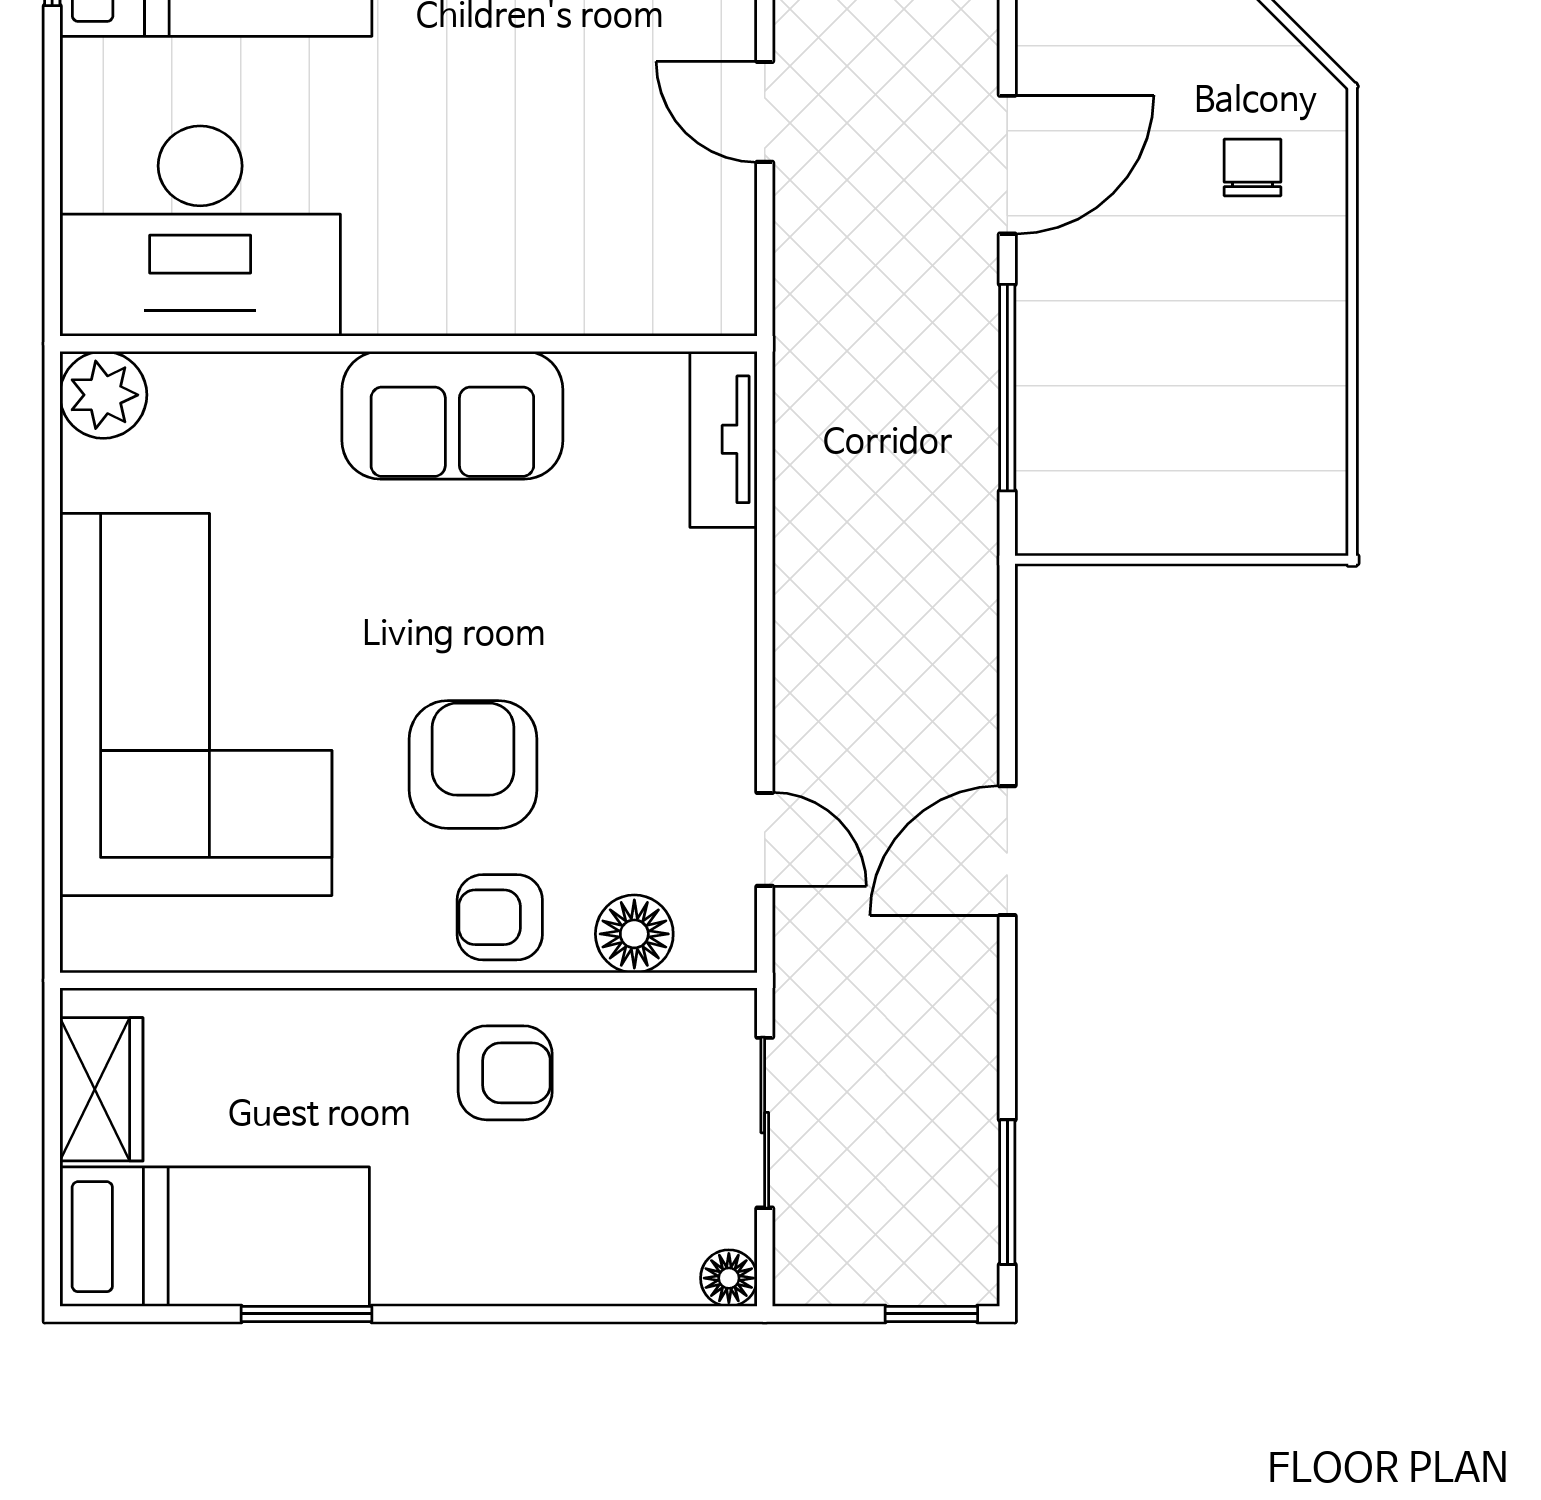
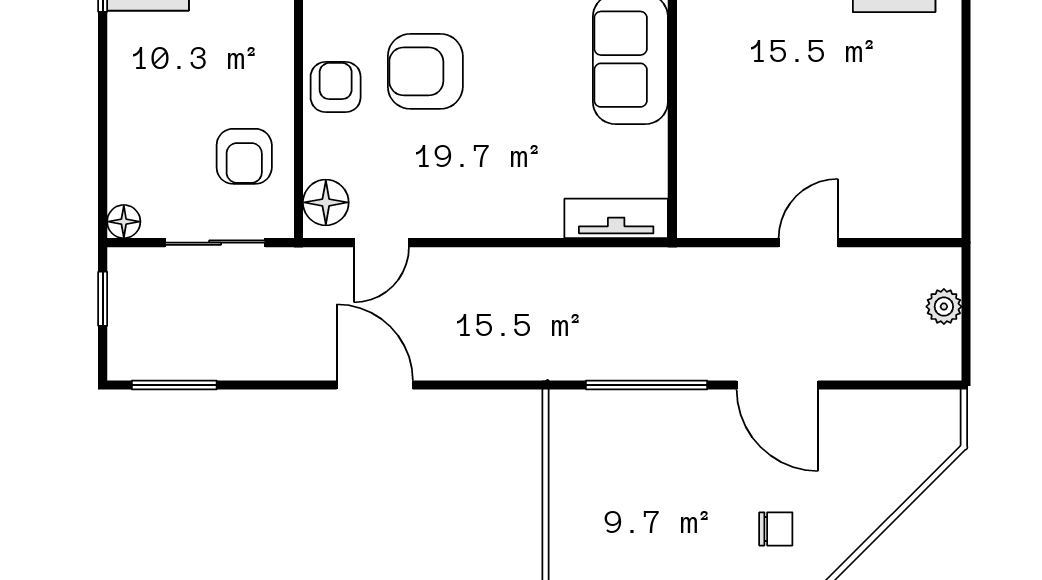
armchair: (473, 764) -> (425, 71), turned 180
floor lamp: (634, 934) -> (326, 202), moved
armchair: (505, 1073) -> (244, 156), moved
window: (931, 1314) -> (103, 299), moved

